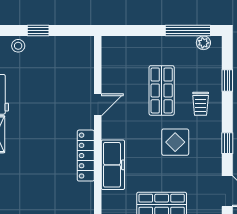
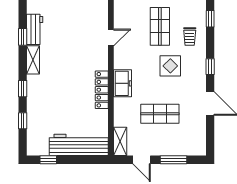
locker: (86, 156) -> (102, 90), moved
freezer: (113, 165) -> (123, 83), width x0.71

